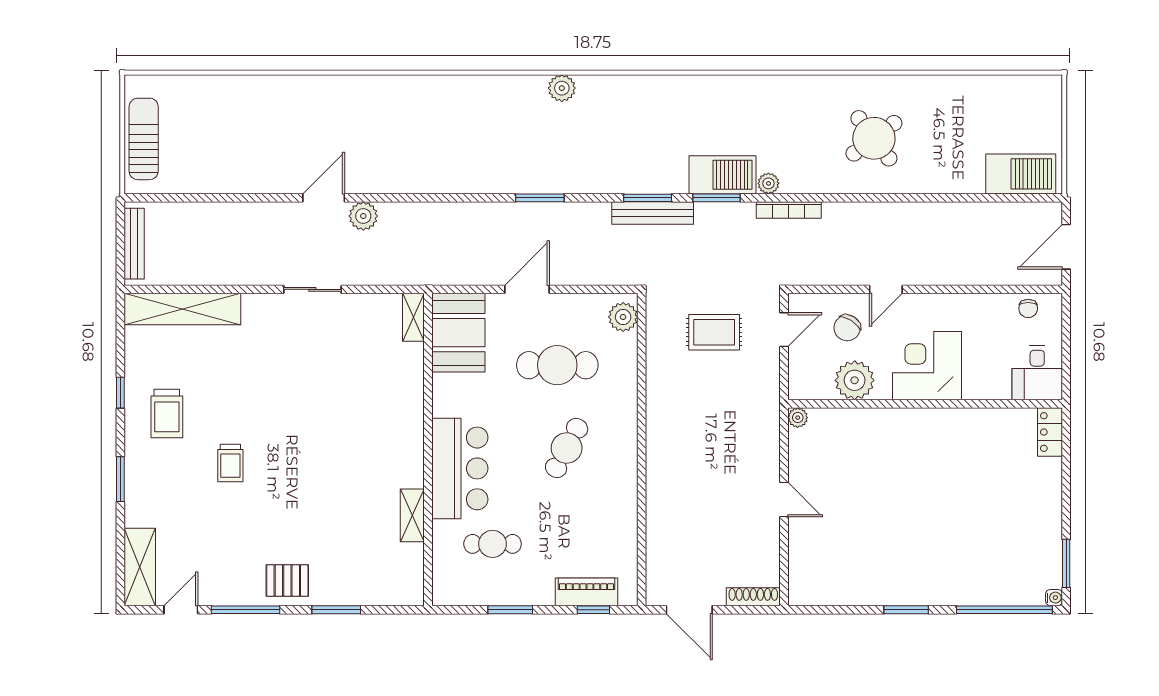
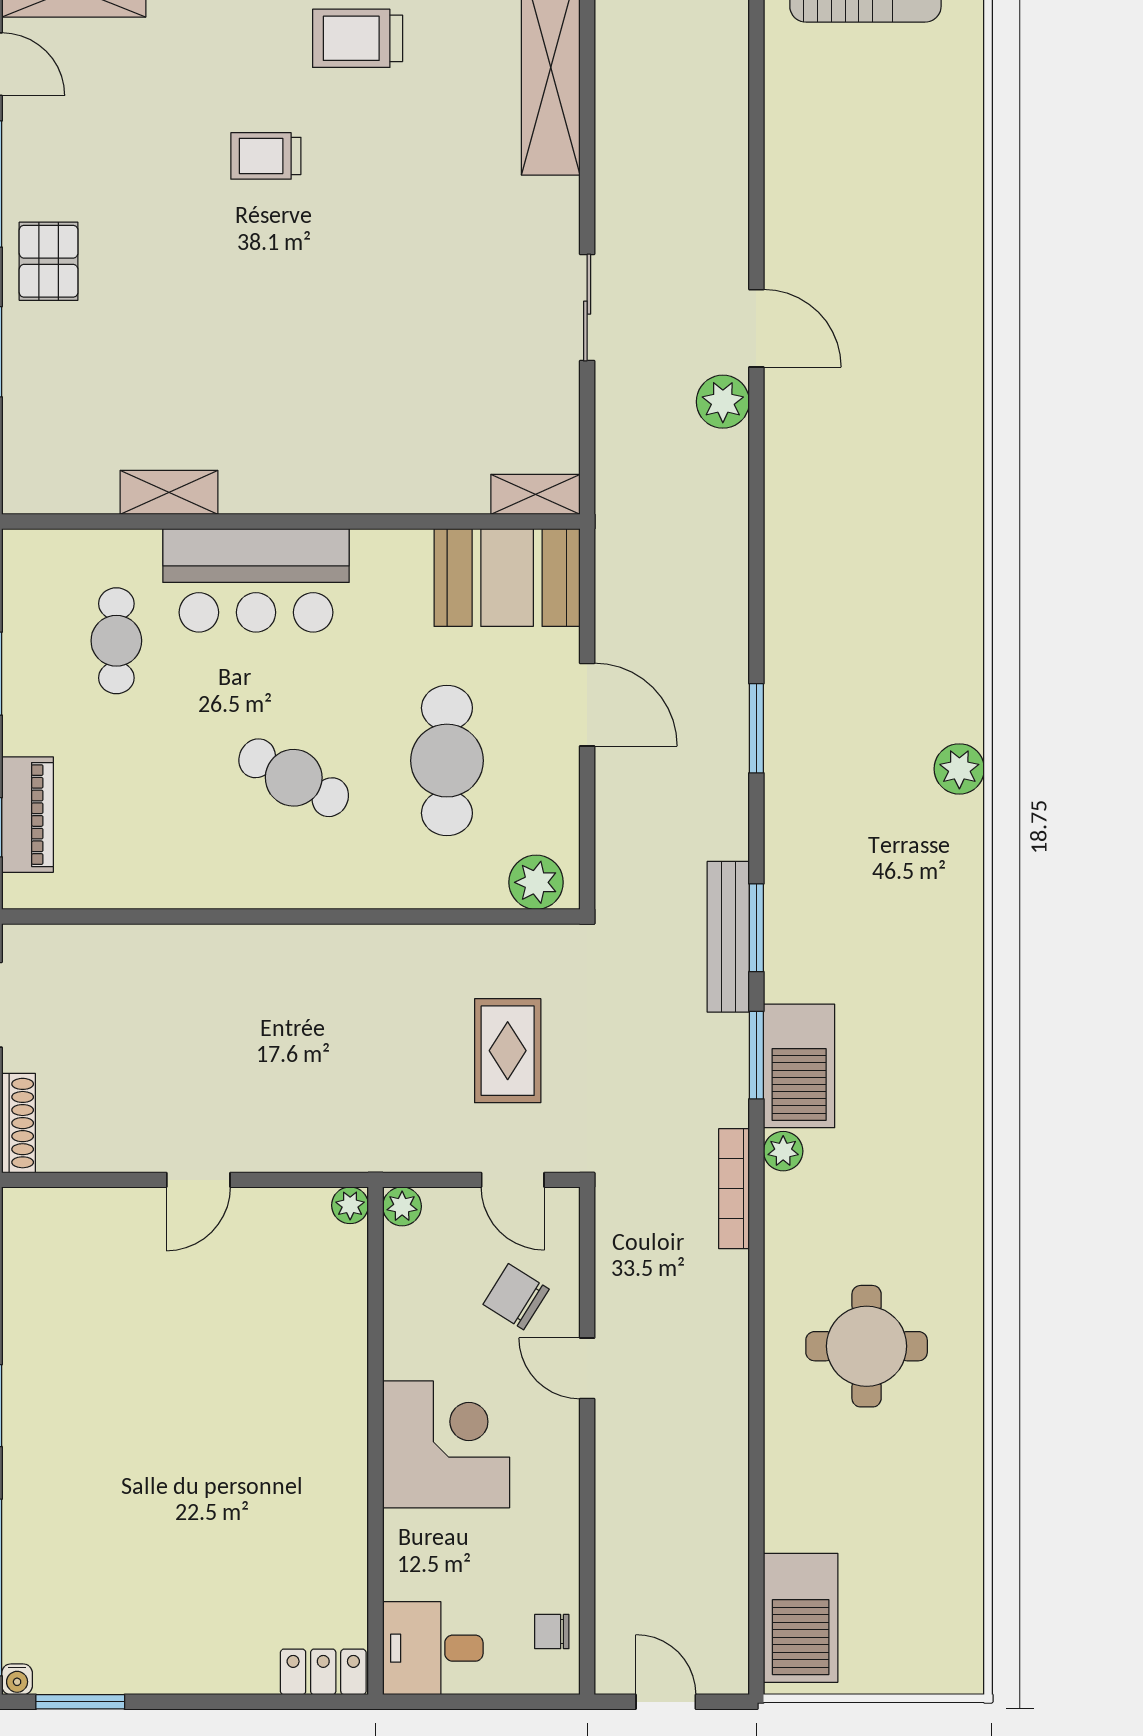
round table: (874, 138) -> (867, 1346), turned 37
door: (1066, 247) -> (666, 1702), width x0.73
plant: (855, 380) -> (402, 1206), moved, width x0.53, depth x0.53

